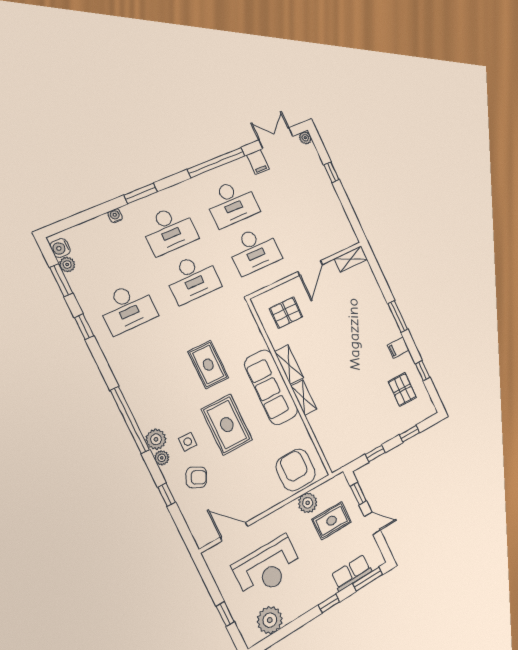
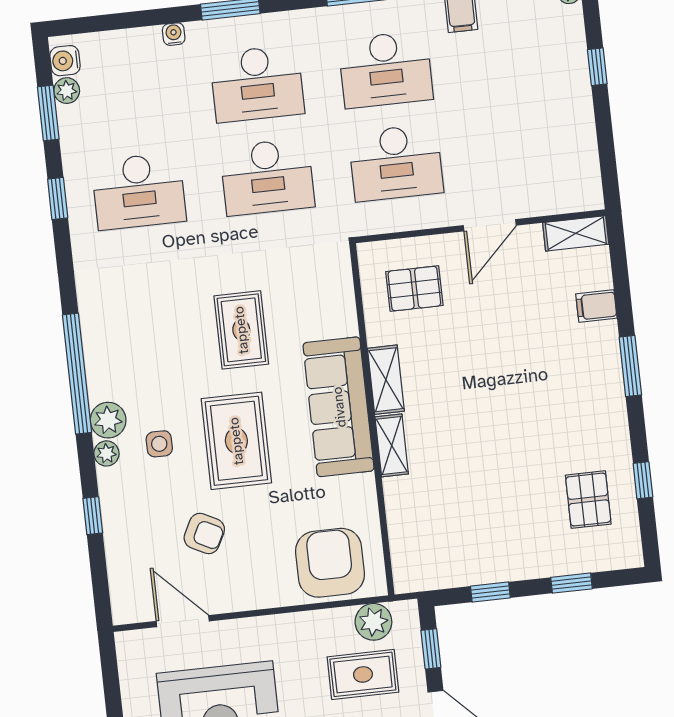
filing cabinet: (398, 348) -> (596, 306), moved
armchair: (196, 477) -> (204, 534), moved
plant: (308, 503) -> (373, 622), moved

